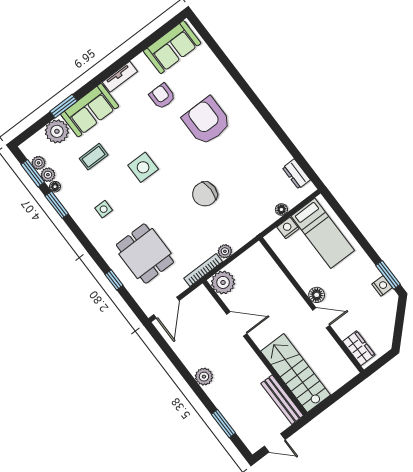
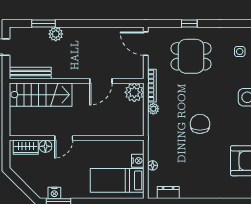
floor lamp: (317, 295) -> (45, 146), moved
plant: (204, 377) -> (56, 34), moved

